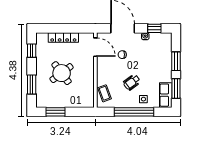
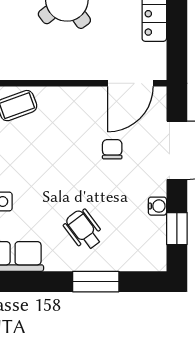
wheelchair: (132, 82) -> (84, 230), moved
window: (176, 89) -> (29, 282), removed

